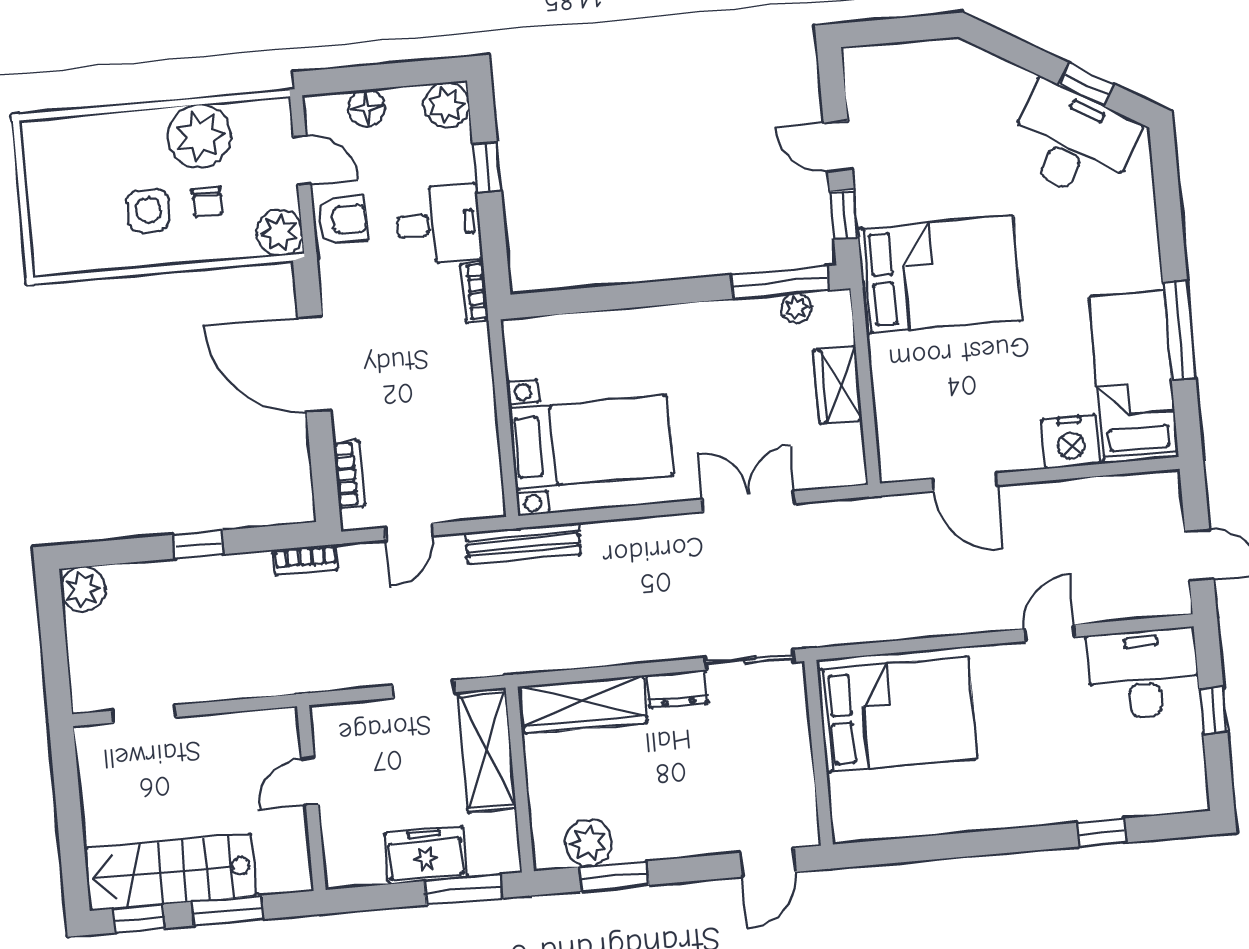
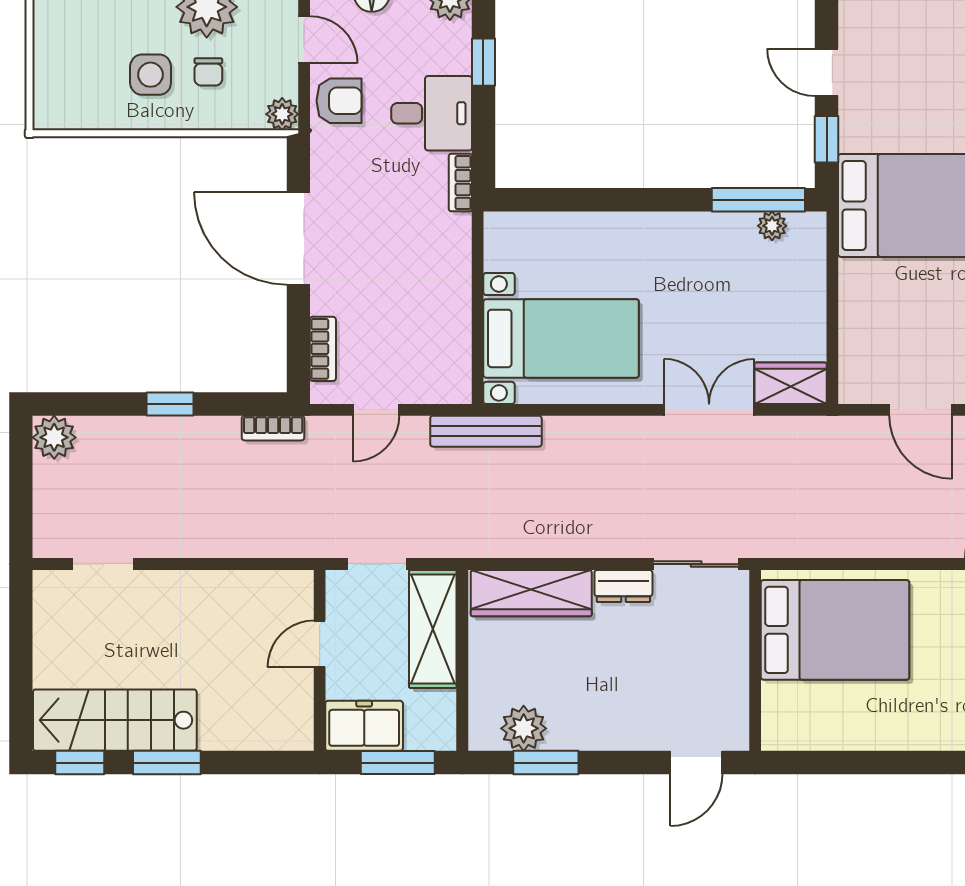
plant: (280, 233) -> (282, 114), width x0.73, depth x0.73
wardrobe: (838, 385) -> (791, 383), moved, turned 90
door: (310, 781) -> (320, 644), moved
wall: (311, 798) -> (320, 660), moved

